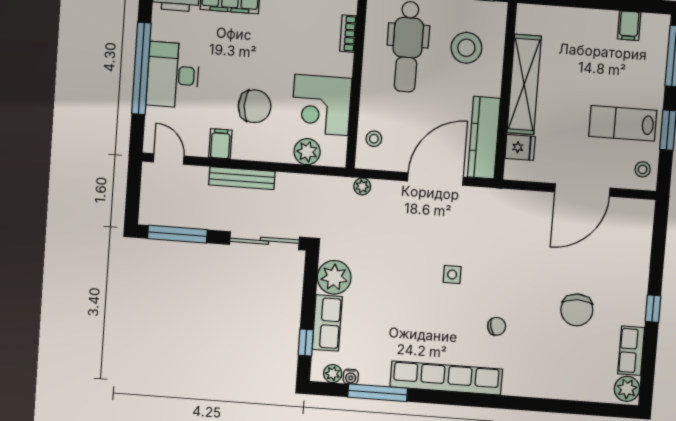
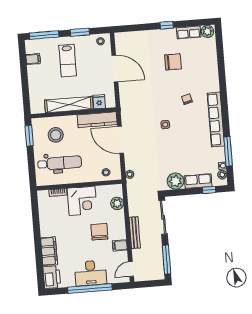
corner desk: (321, 105) -> (82, 201), moved
lab bench: (623, 123) -> (68, 60), moved

